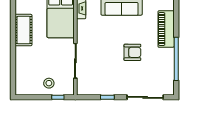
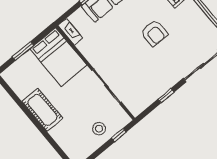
cot: (23, 30) -> (42, 110), moved
armchair: (132, 52) -> (154, 33), turned 90

